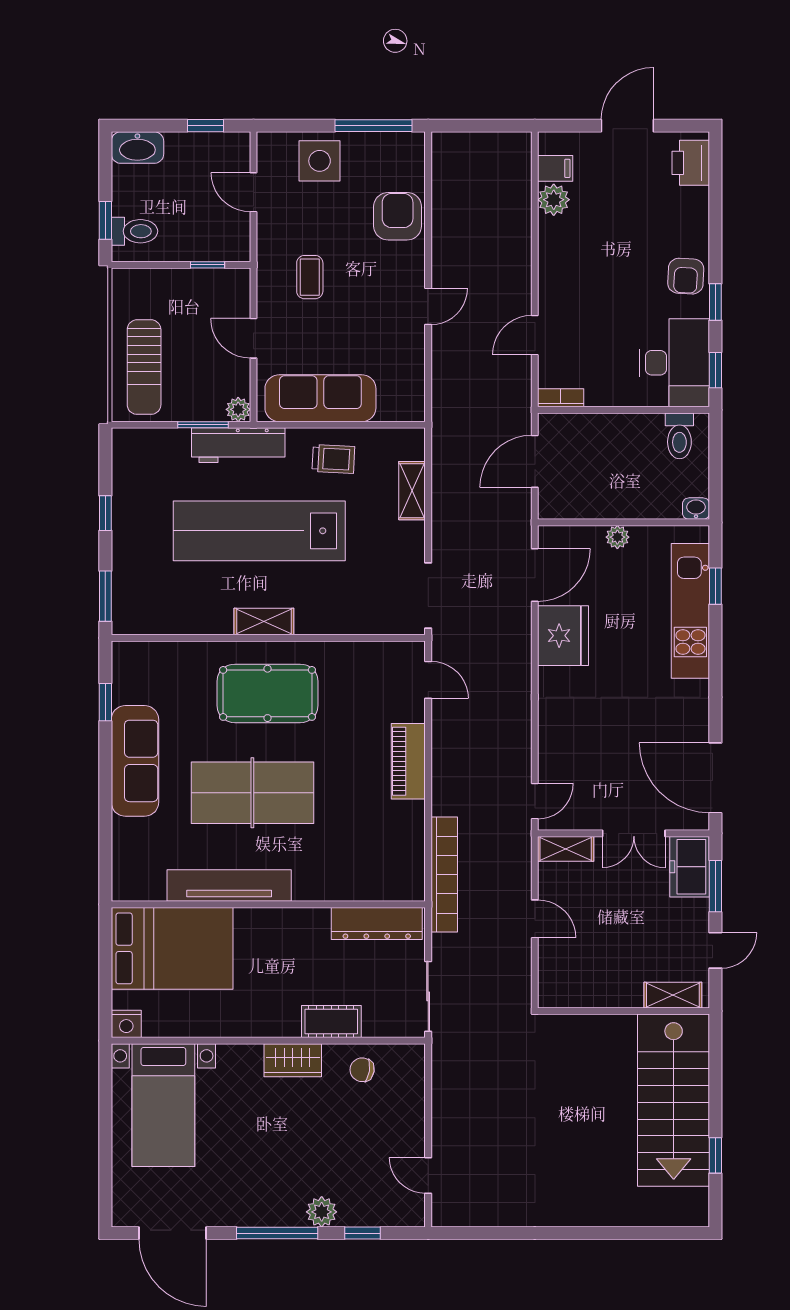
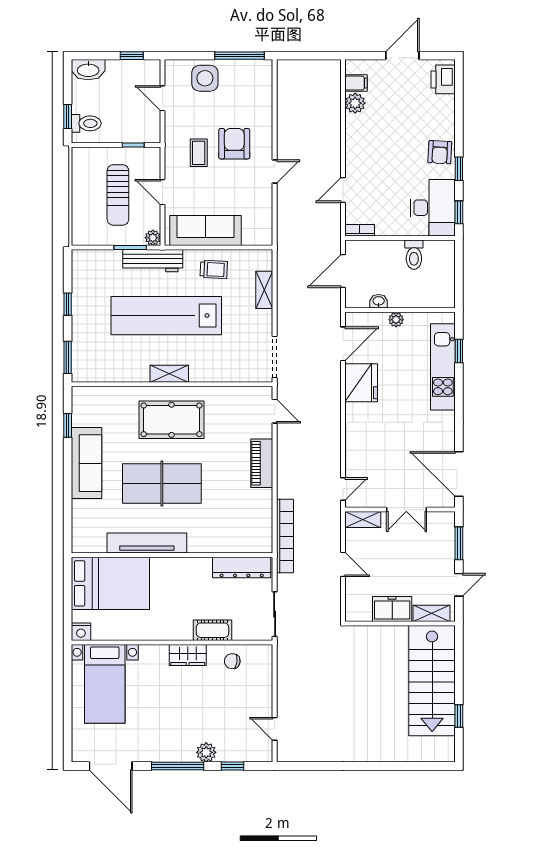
armchair: (398, 216) -> (234, 144), moved
sun lounger: (144, 367) -> (118, 195), moved
toilet: (679, 436) -> (414, 255), moved
washbasin: (696, 509) -> (379, 301), moved
freezer: (690, 867) -> (392, 609), moved, turned 90

